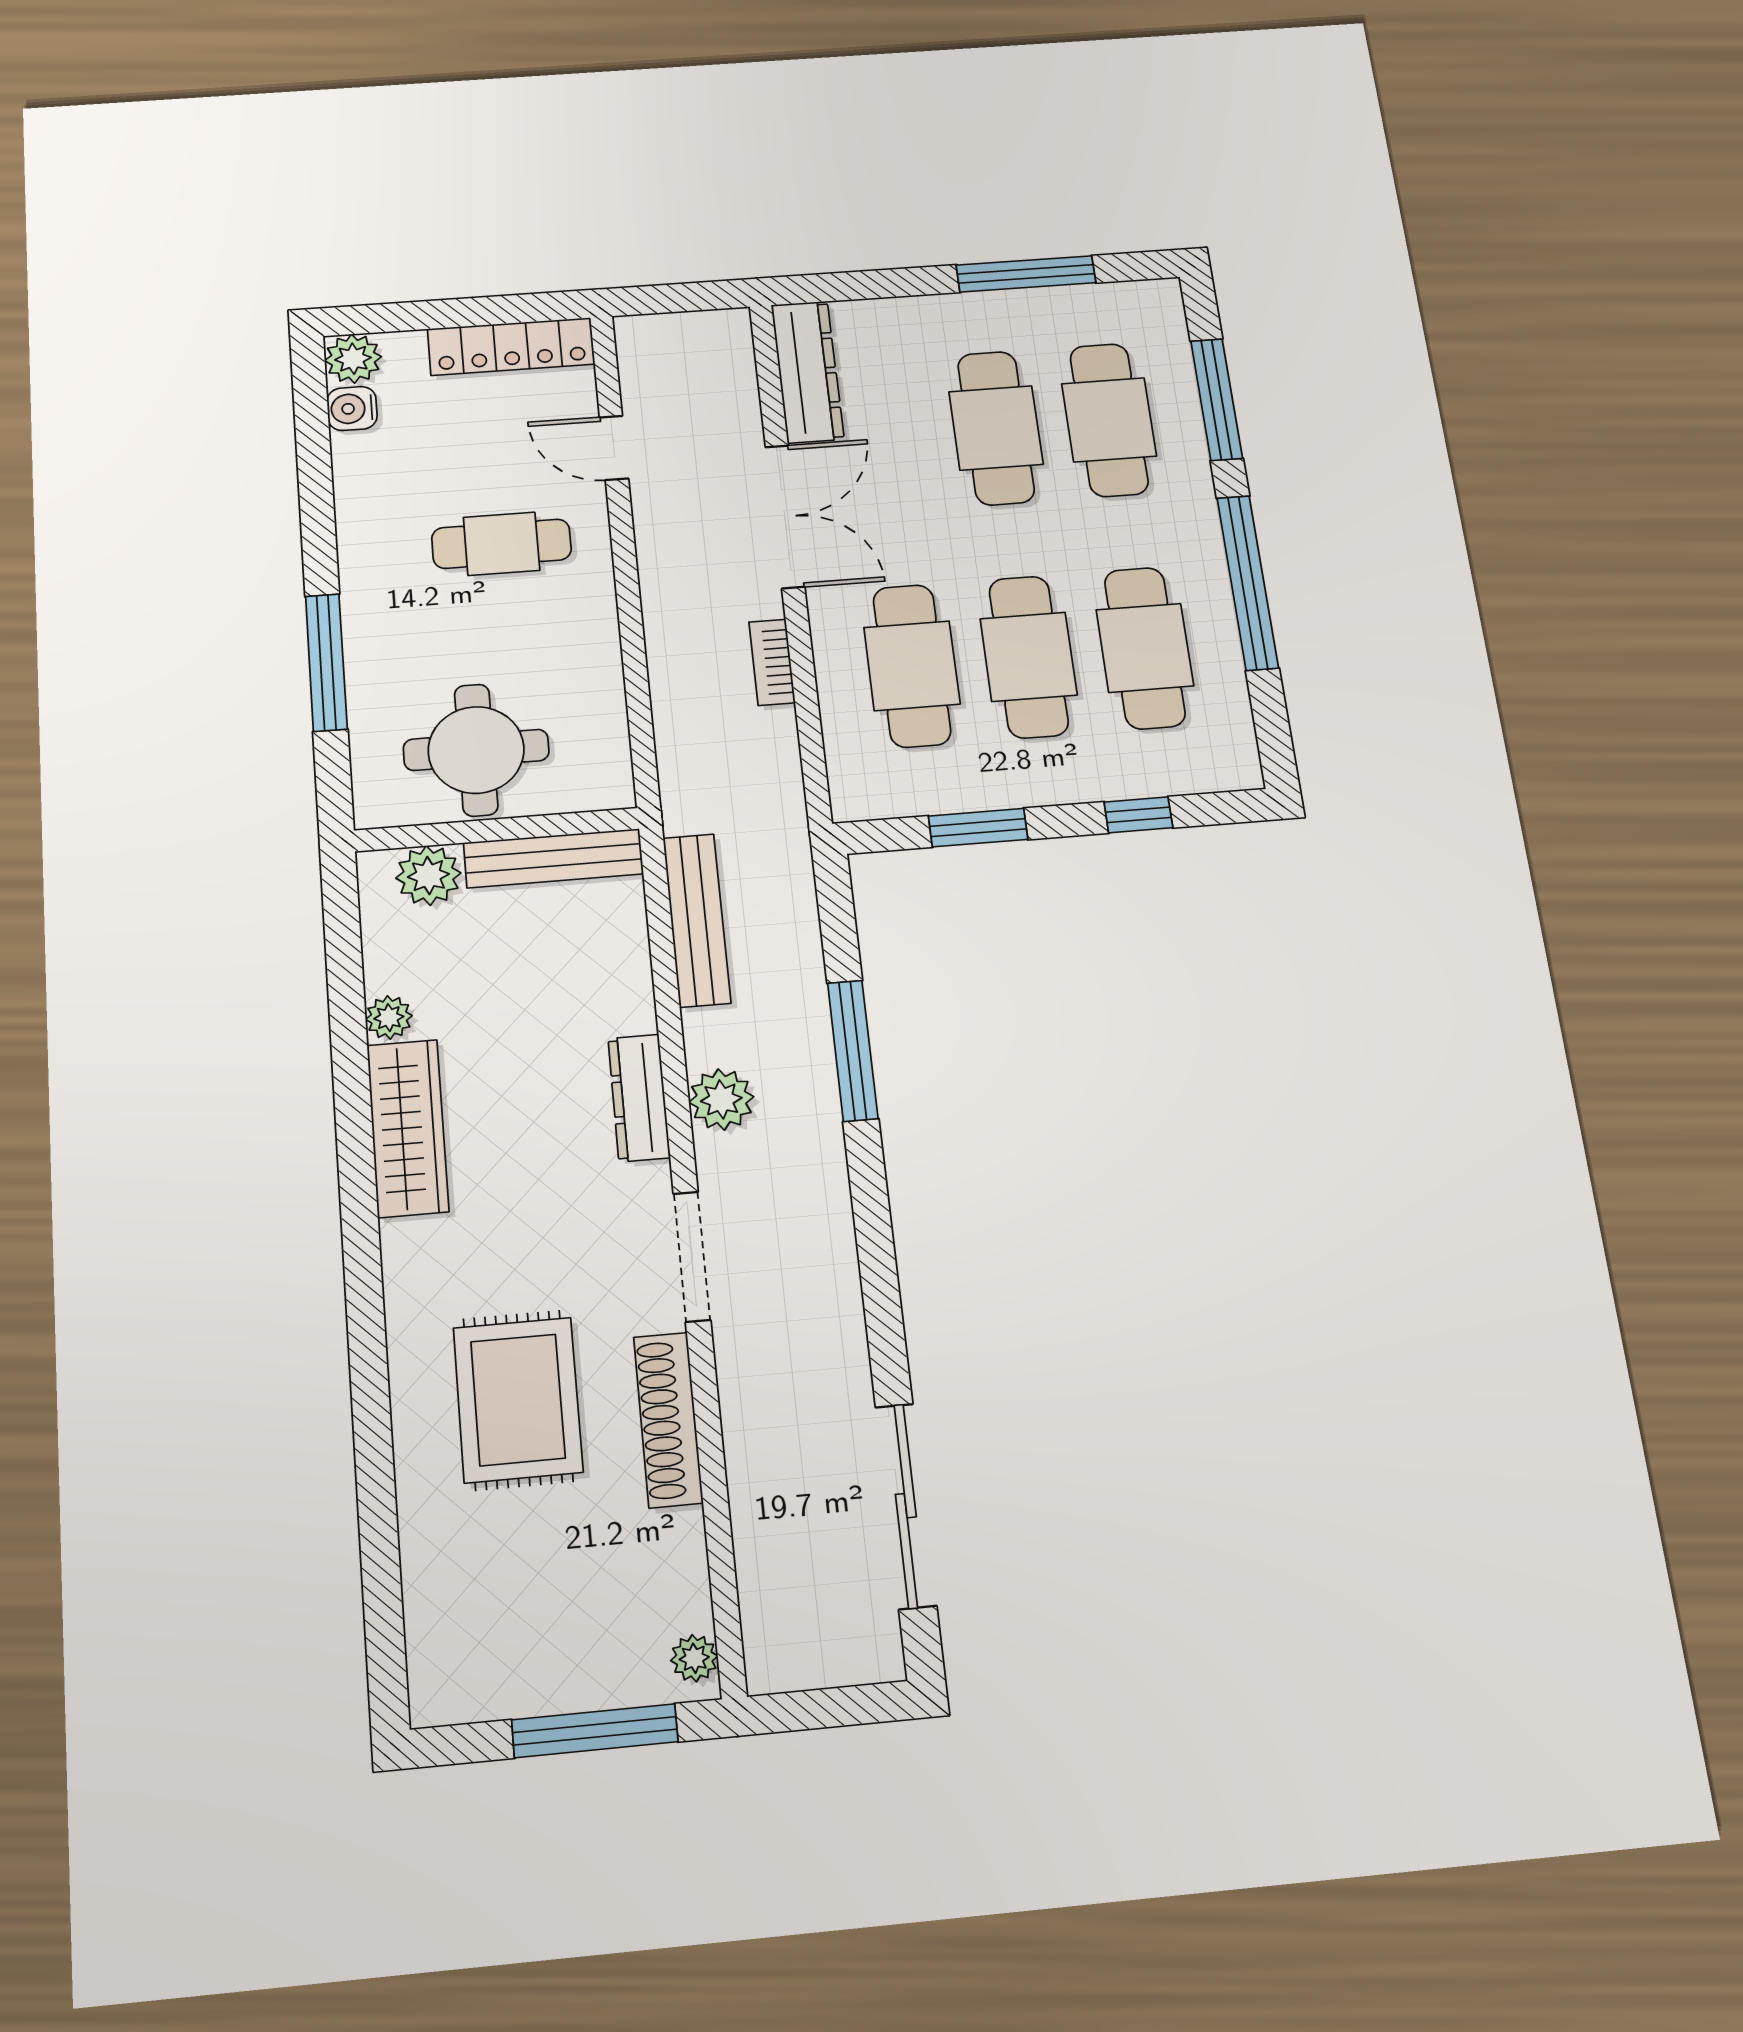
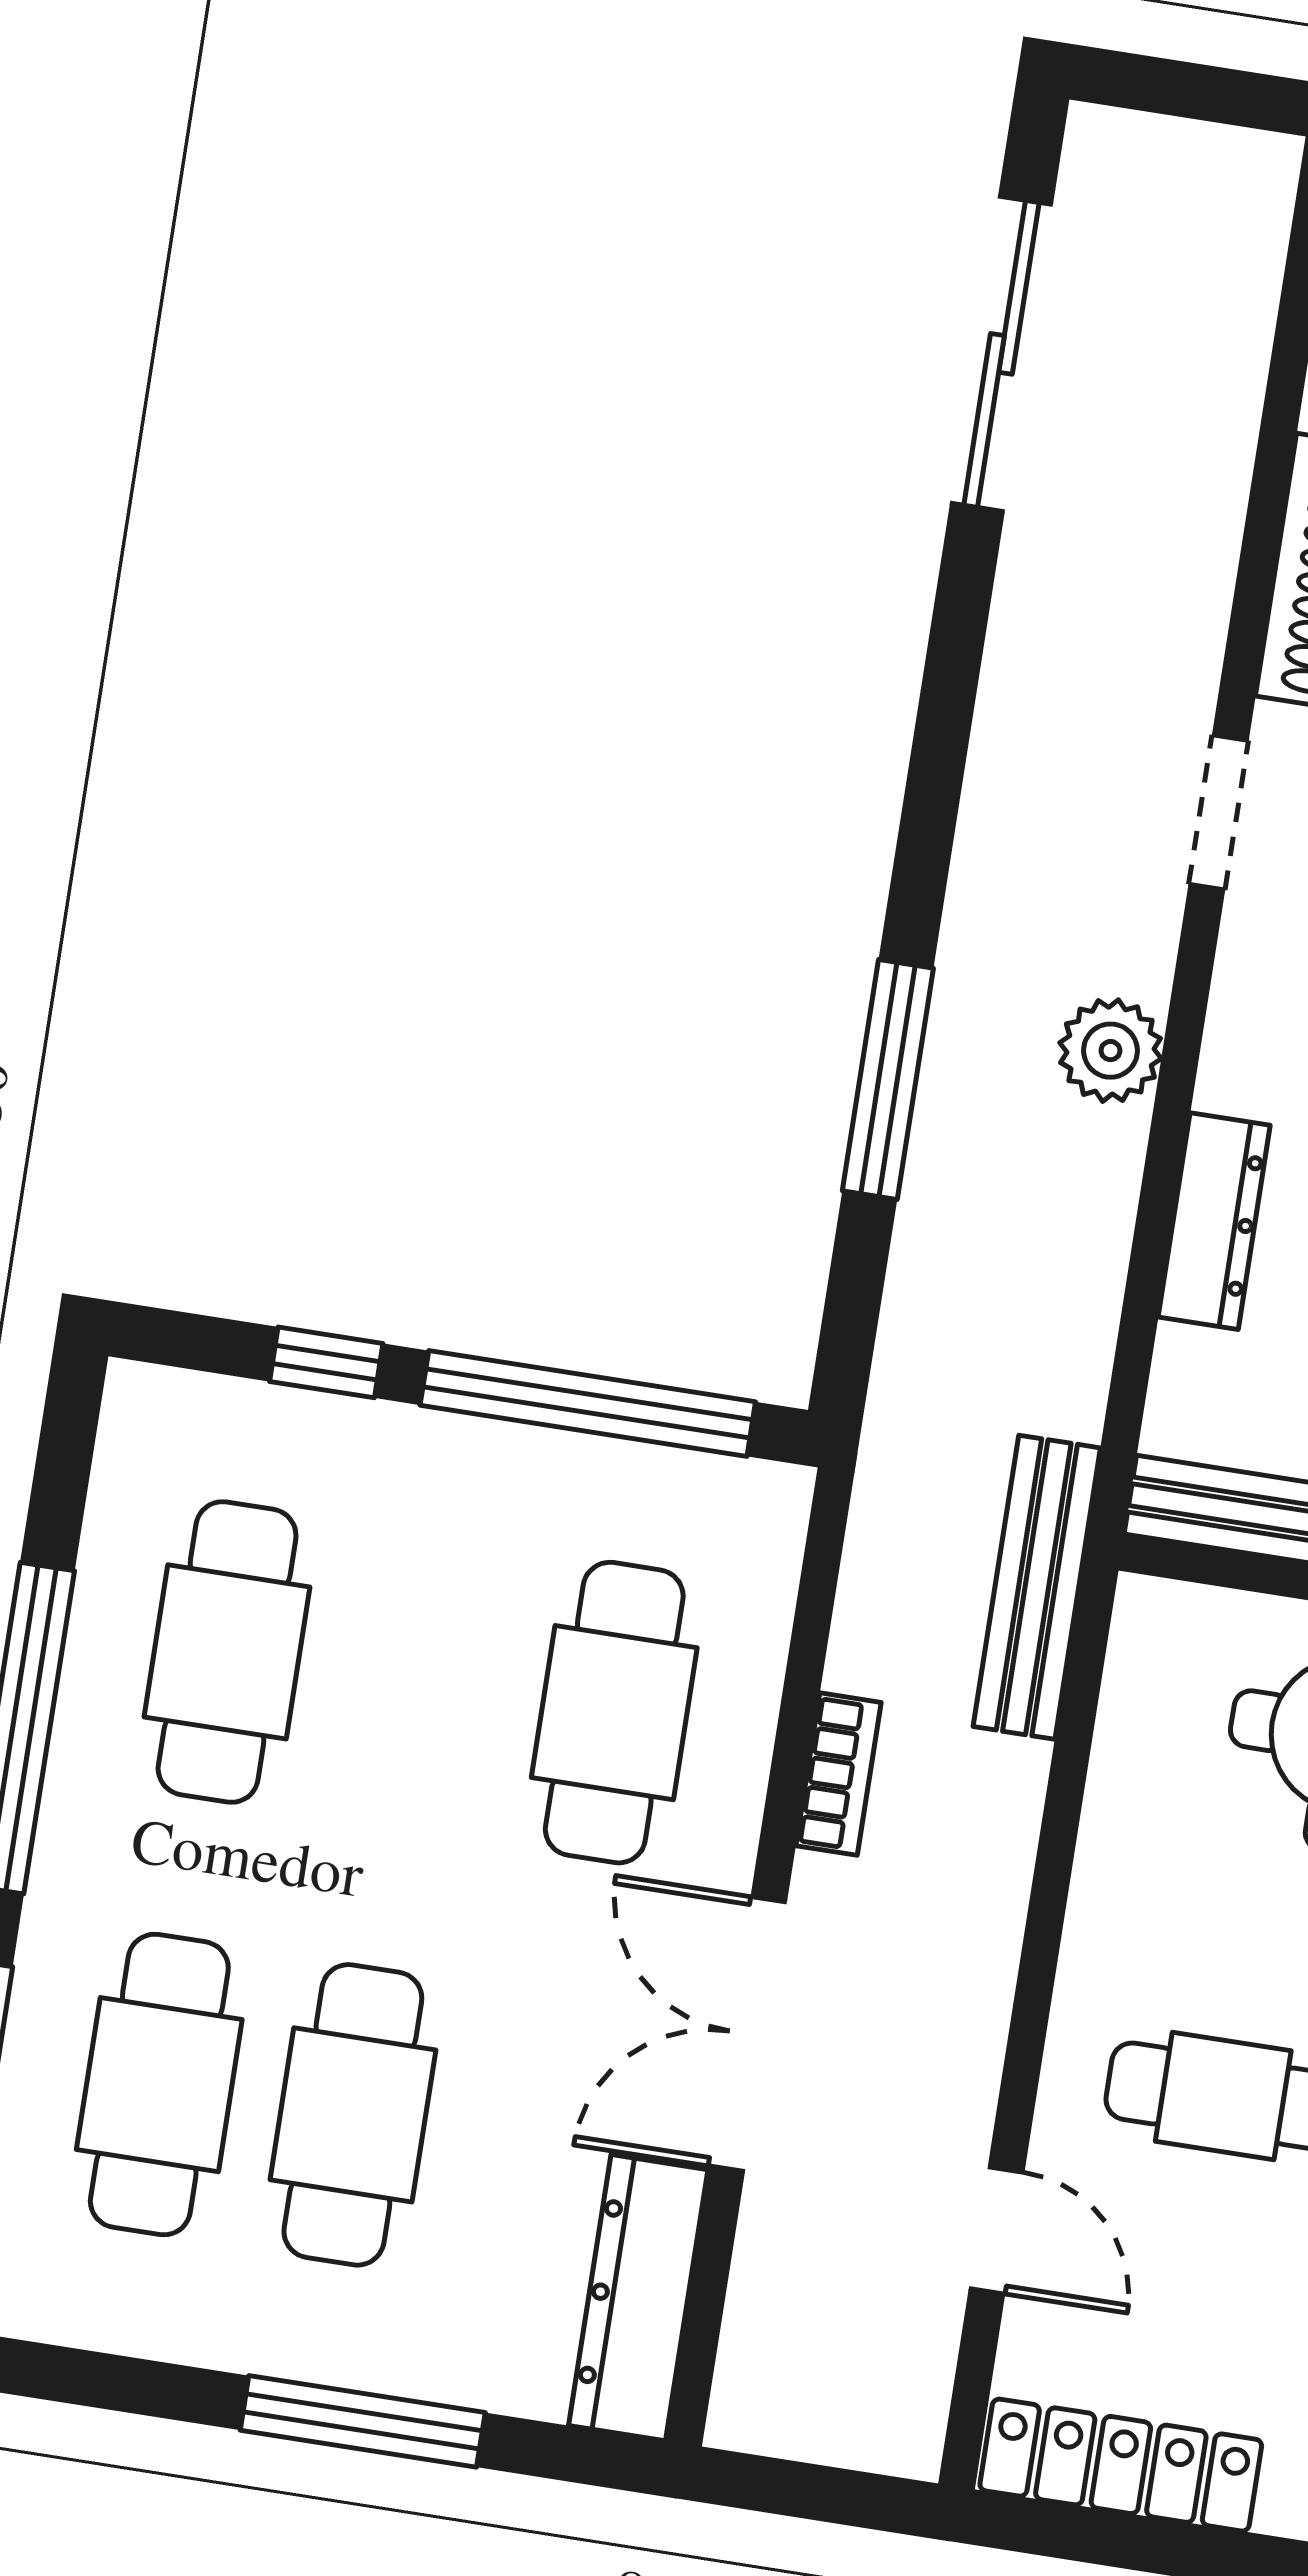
window: (1026, 274) -> (363, 2421), moved
cafe table: (1029, 657) -> (421, 1682), removed
window: (978, 828) -> (588, 1403), width x2.11
bench: (697, 920) -> (1037, 1587), moved
dresser: (639, 1098) -> (1214, 1221), moved
doorway: (692, 1257) -> (1219, 812), width x0.73

